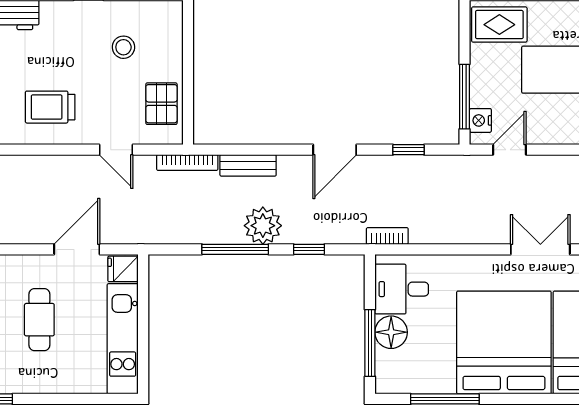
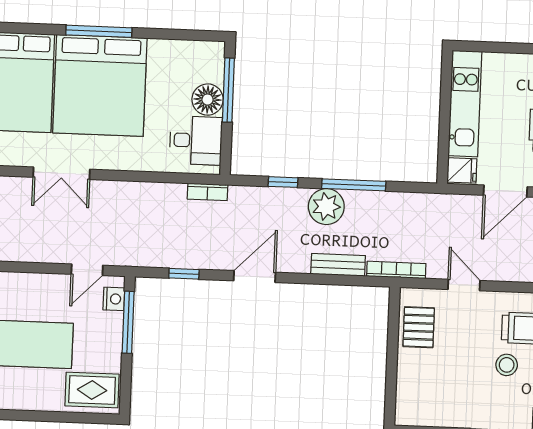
stool: (123, 47) -> (507, 365), moved
window: (445, 399) -> (99, 31), moved

